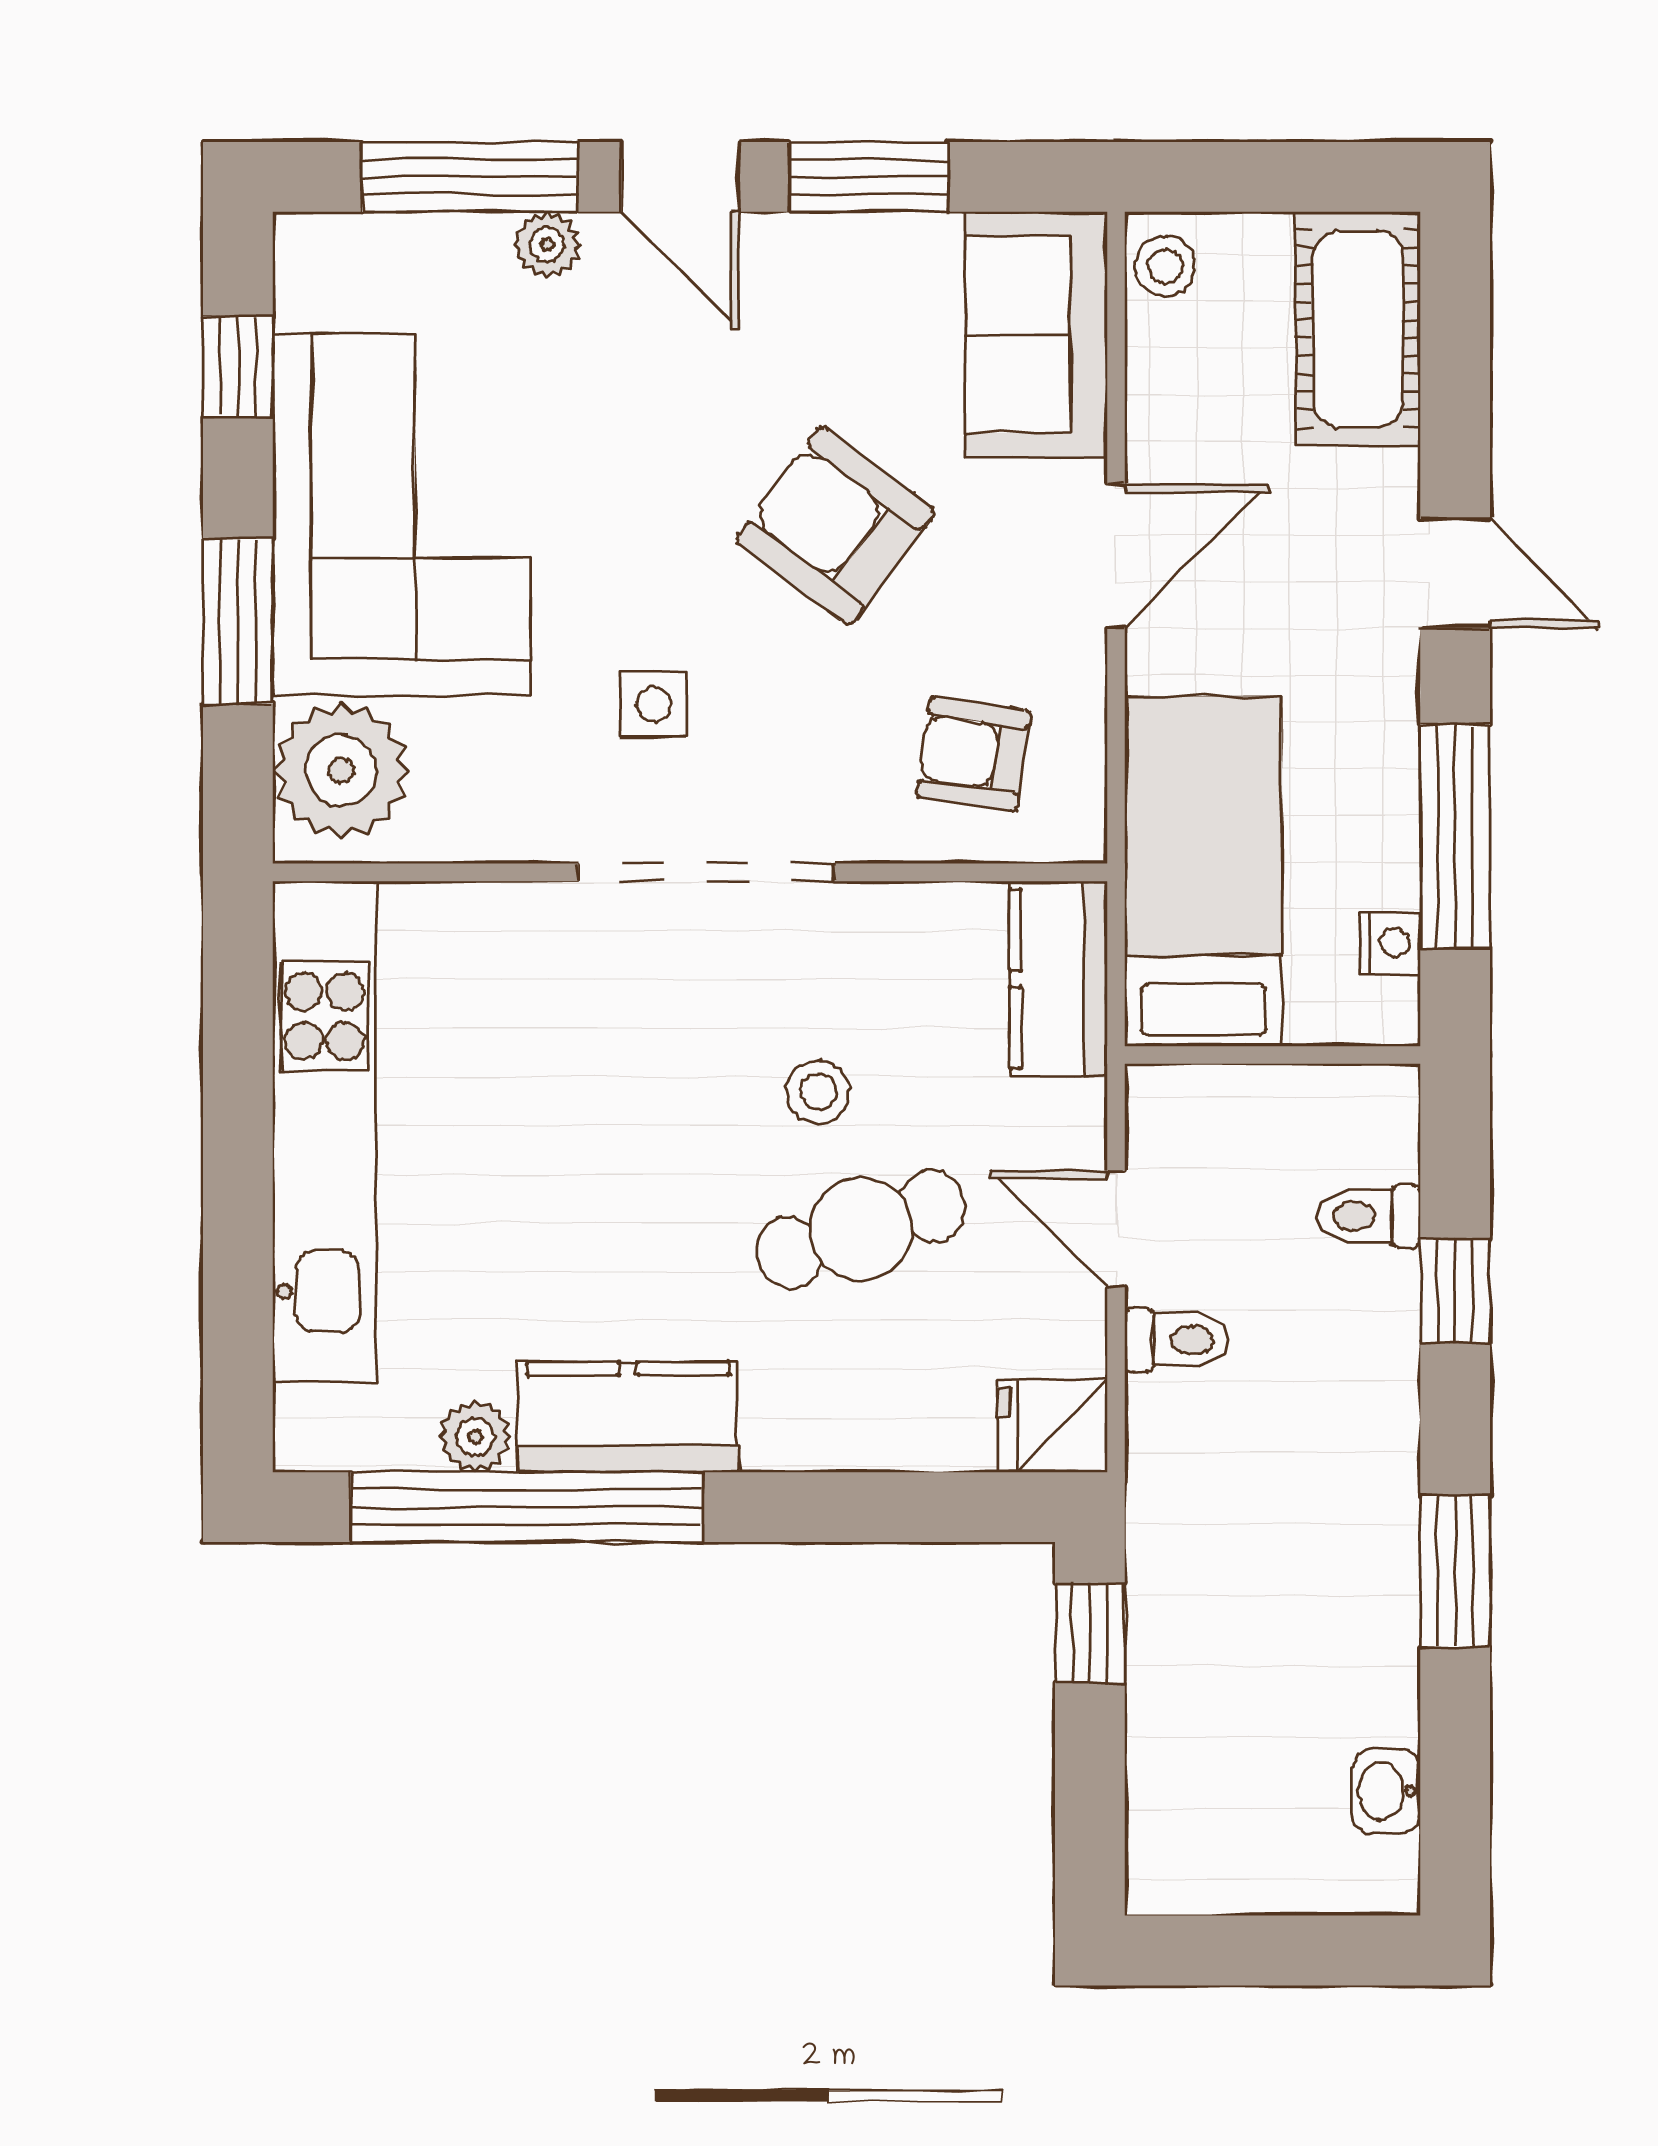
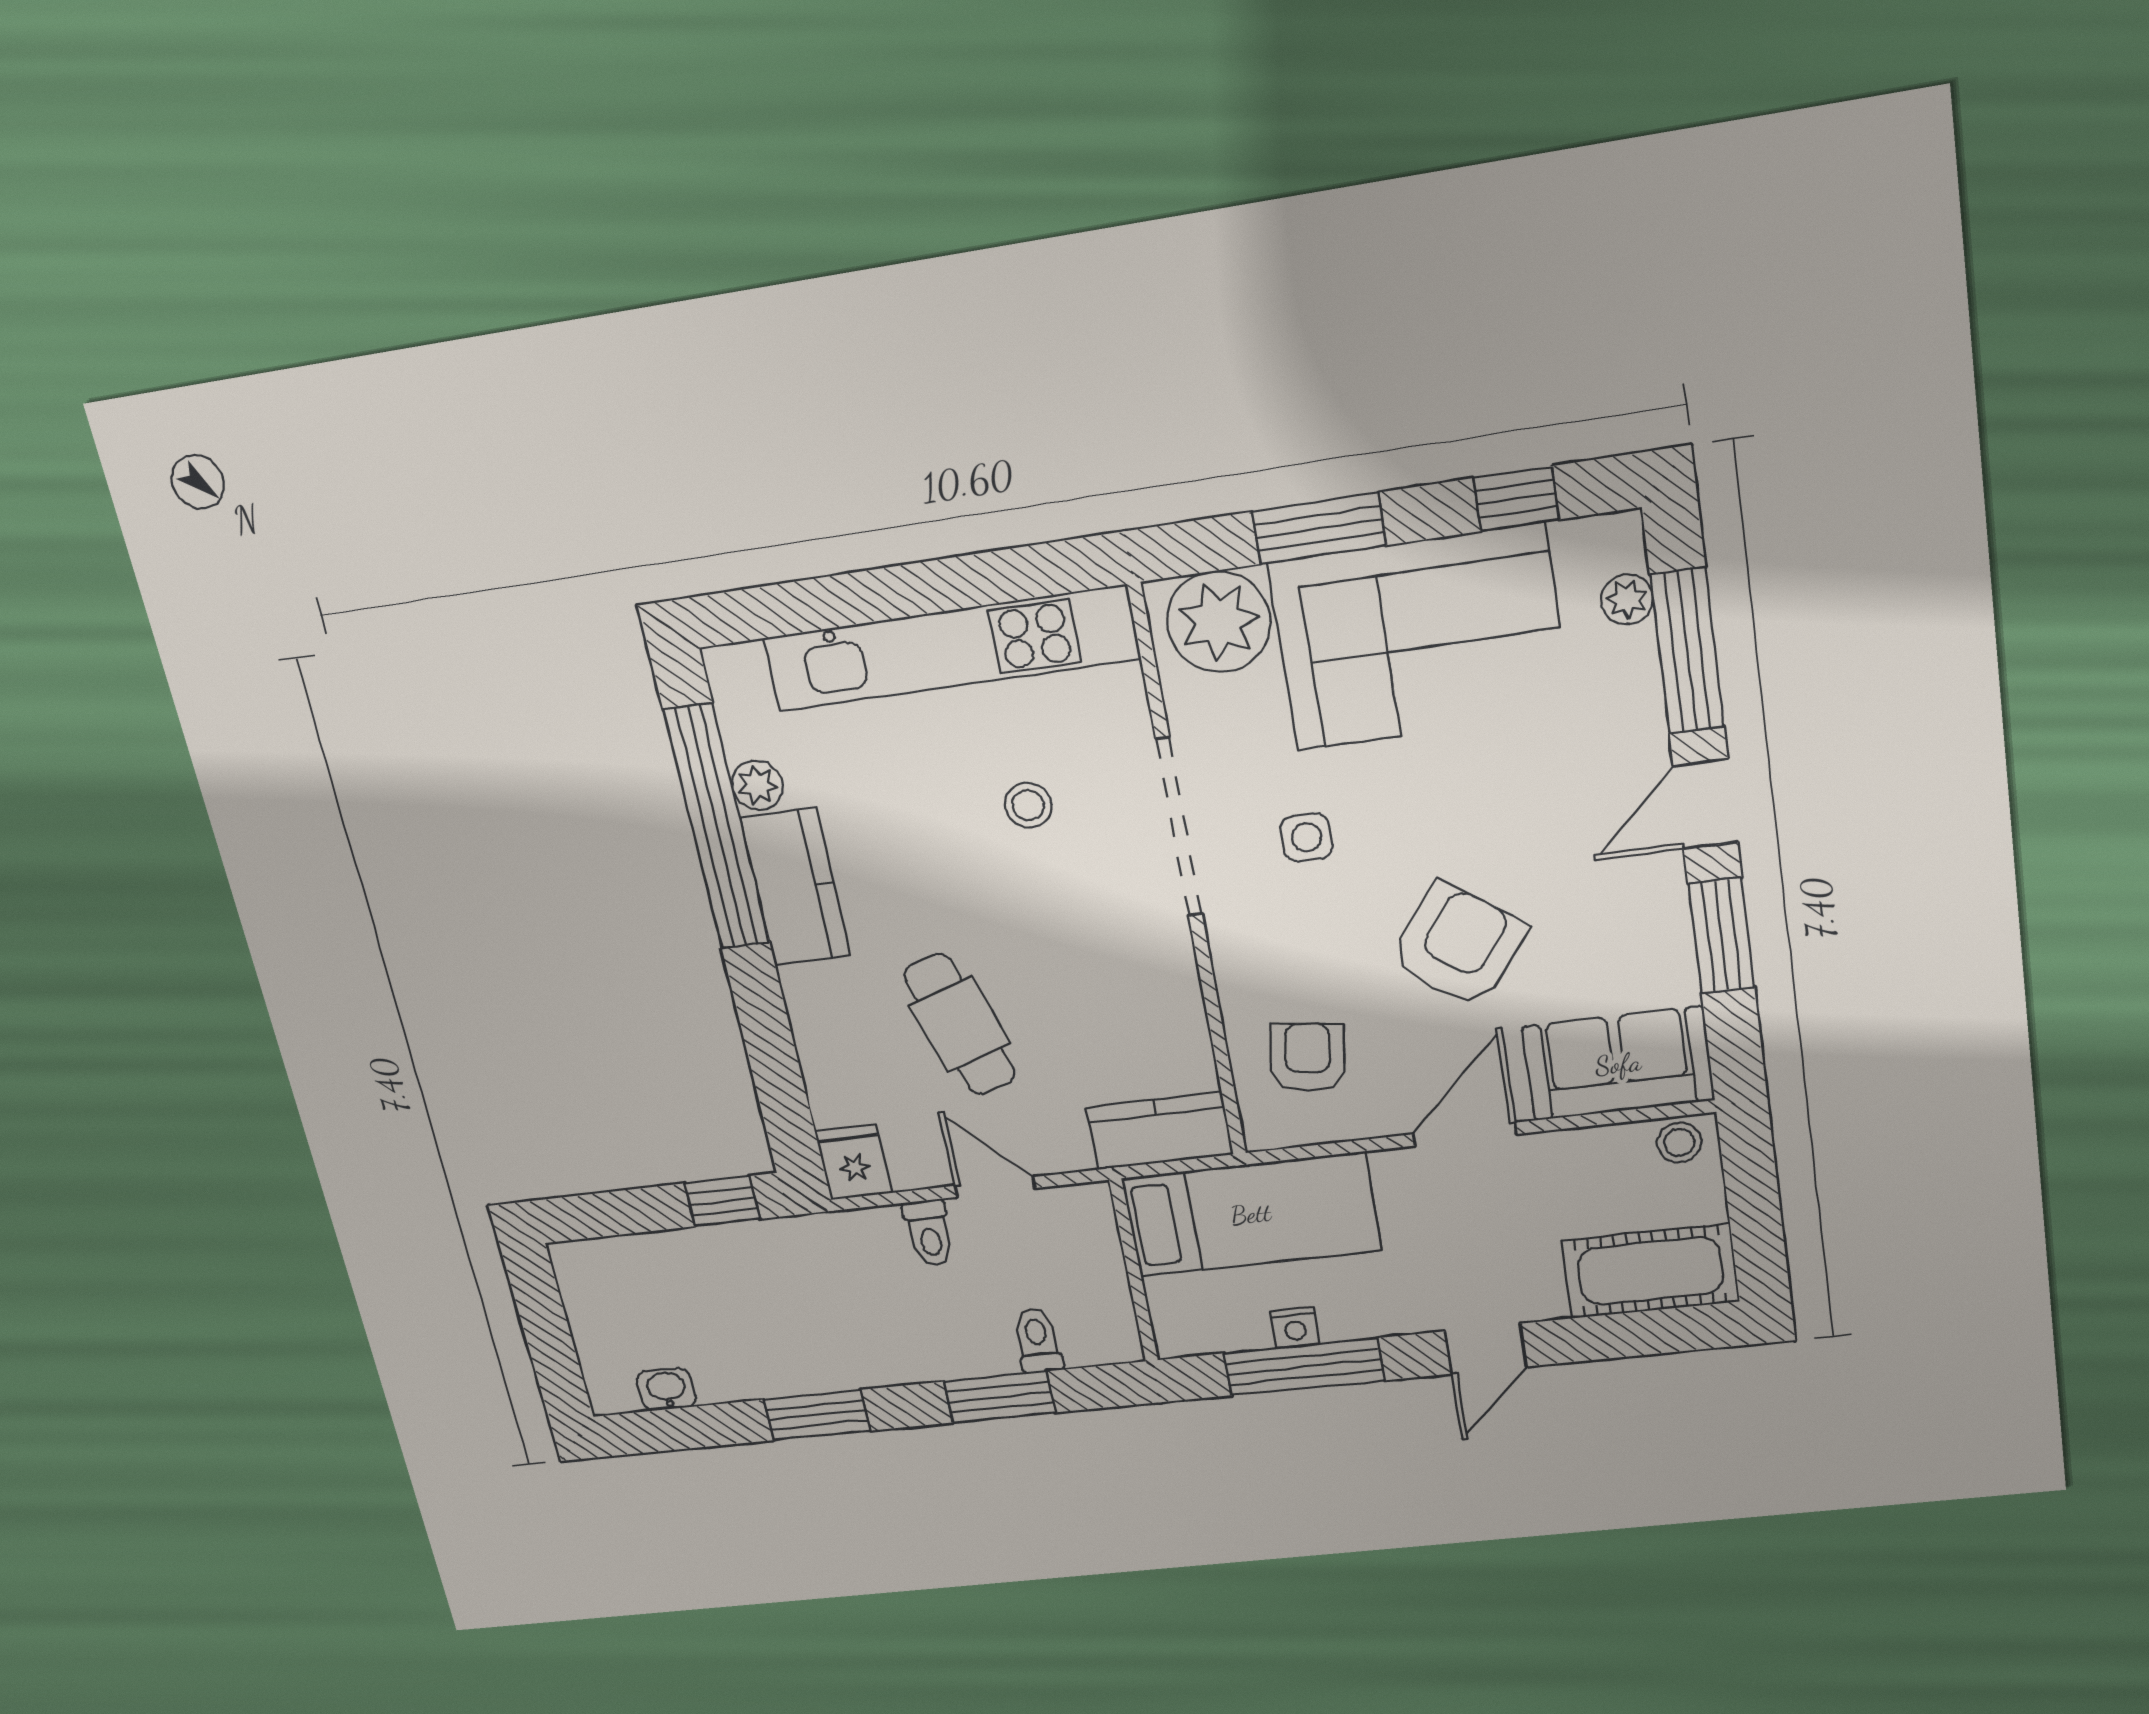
plant: (547, 245) -> (1627, 599), moved
door: (1116, 556) -> (1465, 1134), swing flipped
doorway: (706, 872) -> (1179, 827), moved
nightstand: (1390, 943) -> (1295, 1328), moved
stool: (818, 1092) -> (1028, 805), moved
door: (1116, 1229) -> (995, 1187), hinge flipped
window: (1455, 1291) -> (999, 1397), width x1.50

